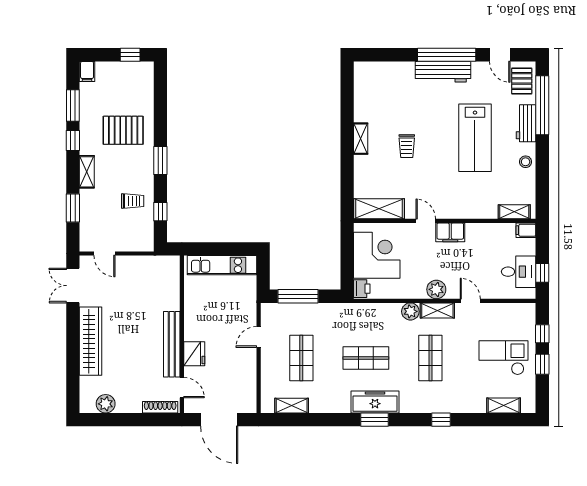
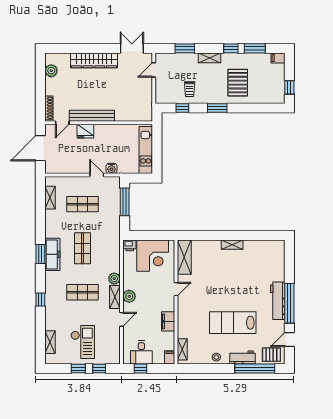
trolley: (407, 146) -> (227, 276), removed
filing cabinet: (450, 232) -> (168, 321), moved
water cooler: (249, 315) -> (111, 168), added

